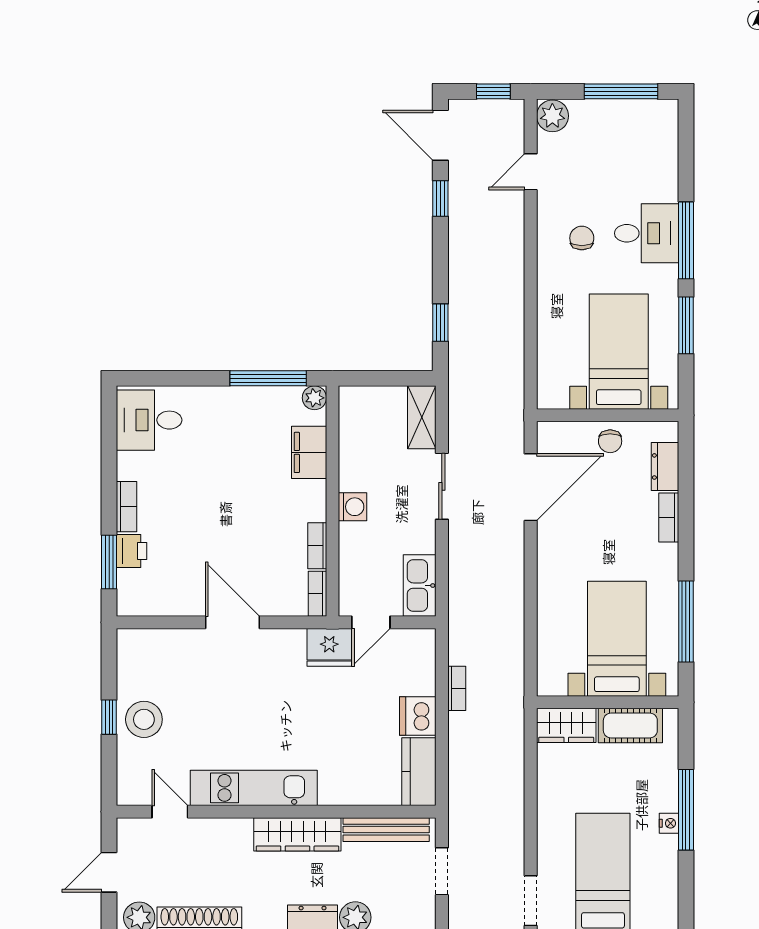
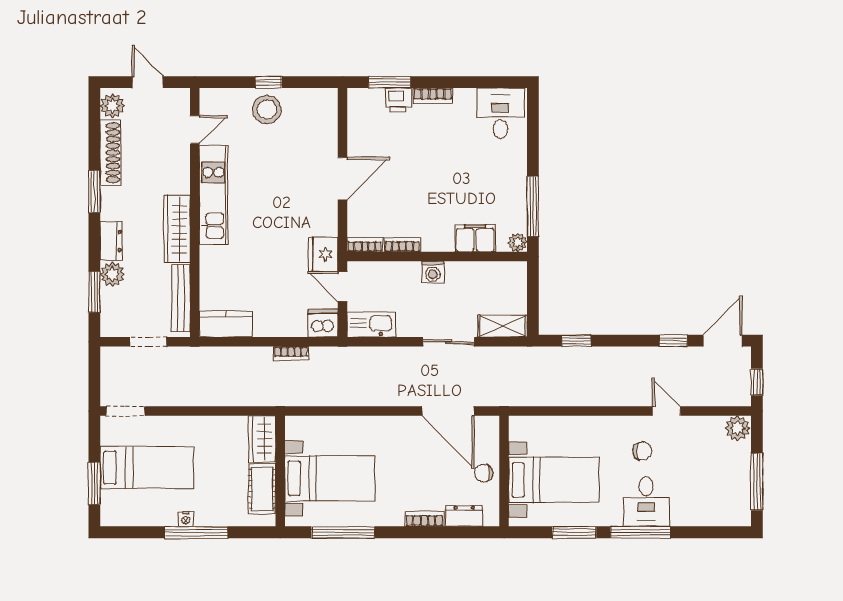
door: (531, 172) -> (666, 411), moved
dishwasher: (418, 716) -> (323, 323), moved

